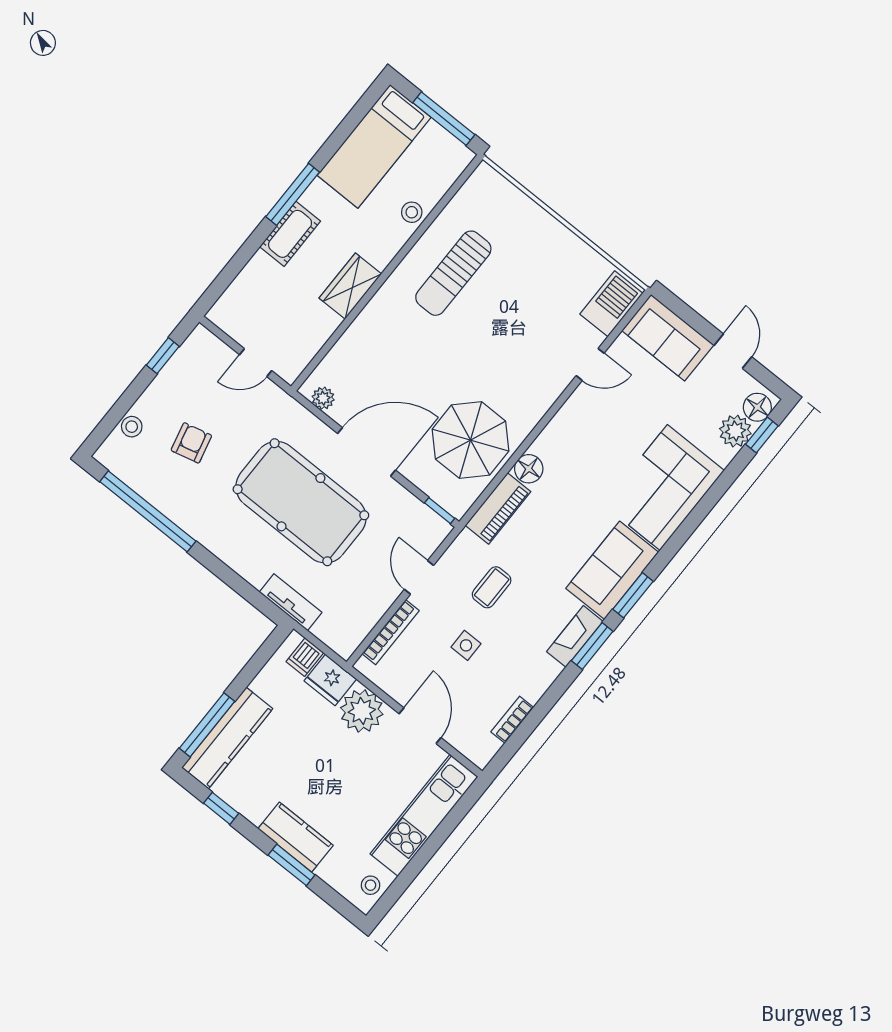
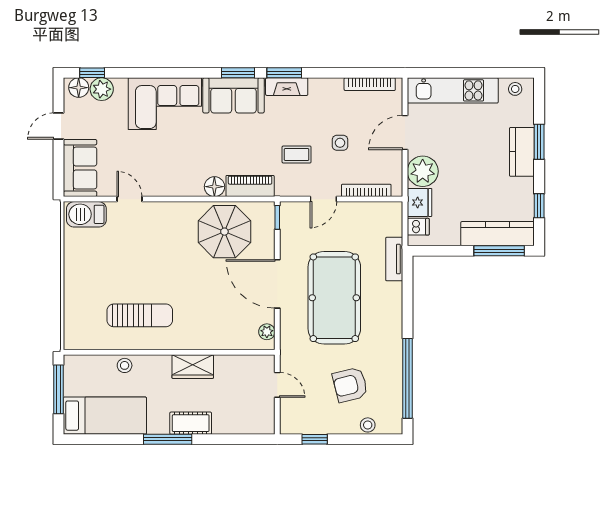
armchair: (191, 443) -> (350, 385), width x1.38, depth x1.38
bookcase: (512, 720) -> (370, 84), width x1.56

